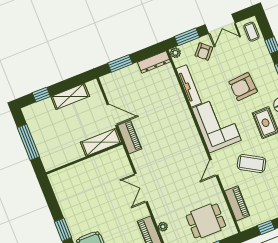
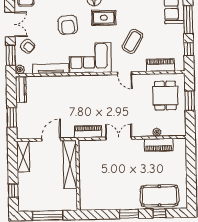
shelving: (70, 96) -> (23, 157), moved
piano: (130, 137) -> (88, 132), moved
shelving: (101, 142) -> (70, 164), width x1.47
double door: (141, 188) -> (119, 138), swing flipped

